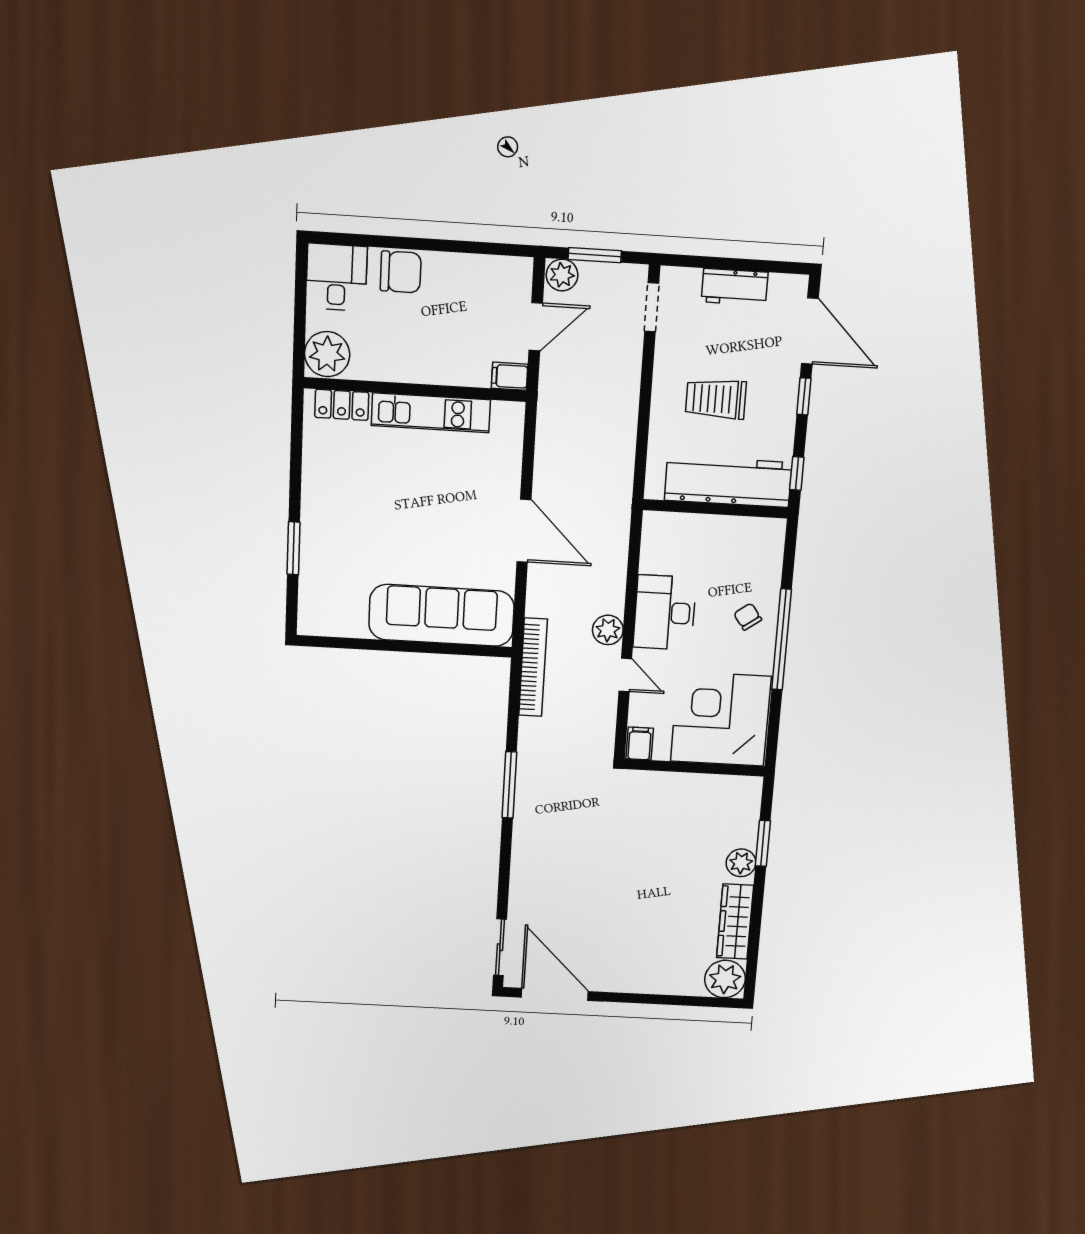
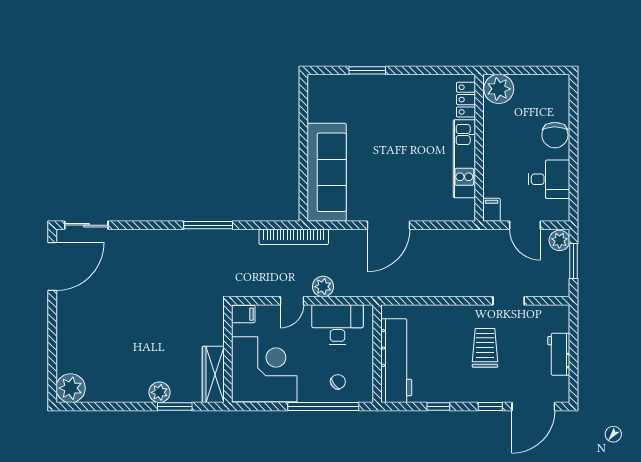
desk: (337, 277) -> (549, 179), moved
doorway: (652, 307) -> (509, 301), moved
workbench: (728, 481) -> (396, 361), moved
wall: (715, 509) -> (377, 354), moved
wardrobe: (735, 922) -> (213, 374), moved, turned -90

